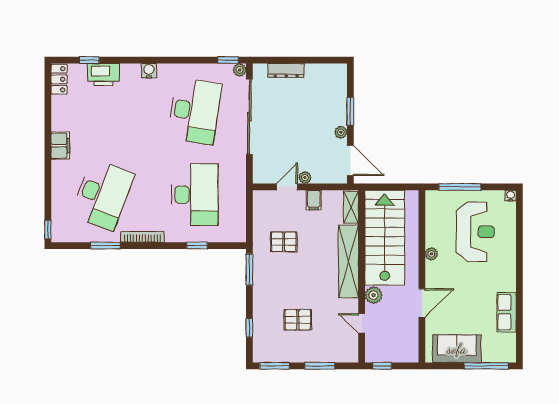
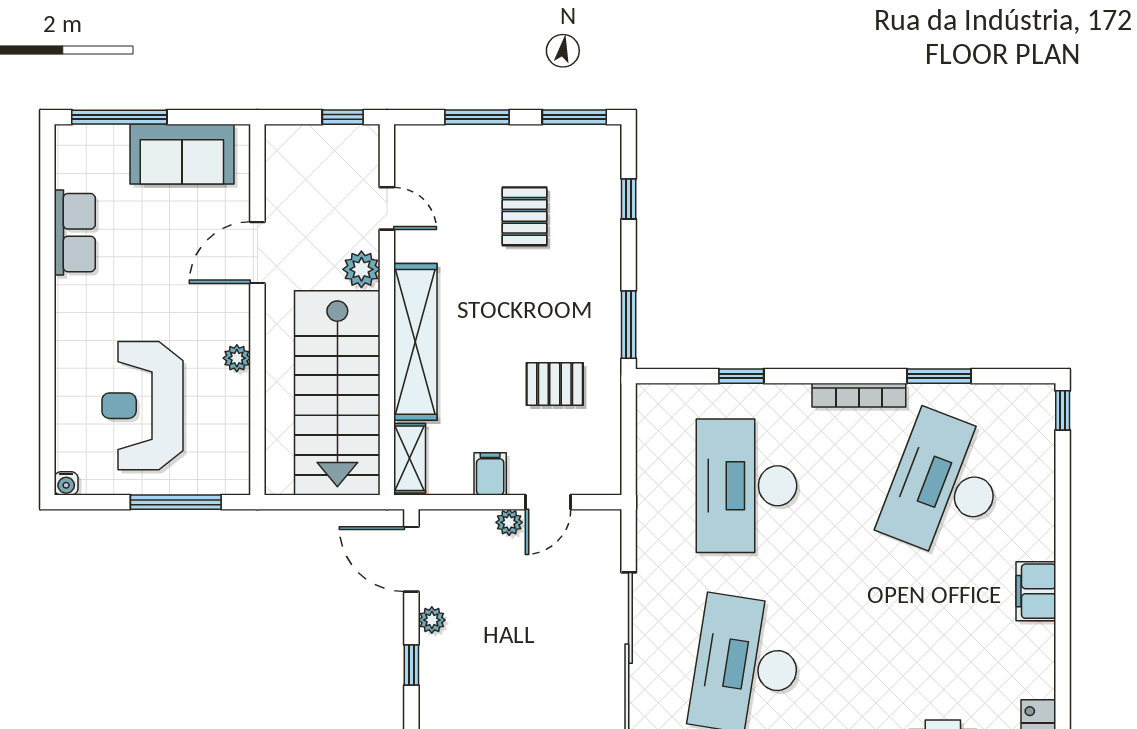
window: (350, 111) -> (411, 665), width x0.67
pallet: (298, 320) -> (524, 216), turned 90

